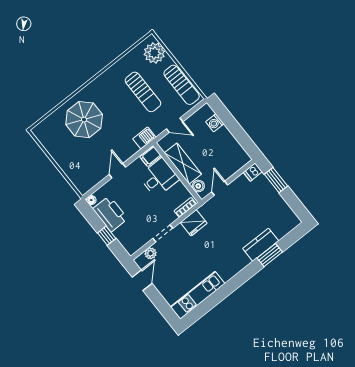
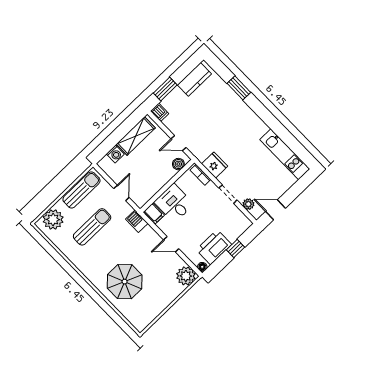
shelving: (183, 163) -> (136, 136), moved
plant: (84, 182) -> (186, 276), added
kitchen counter: (261, 245) -> (194, 79), moved, turned -90

